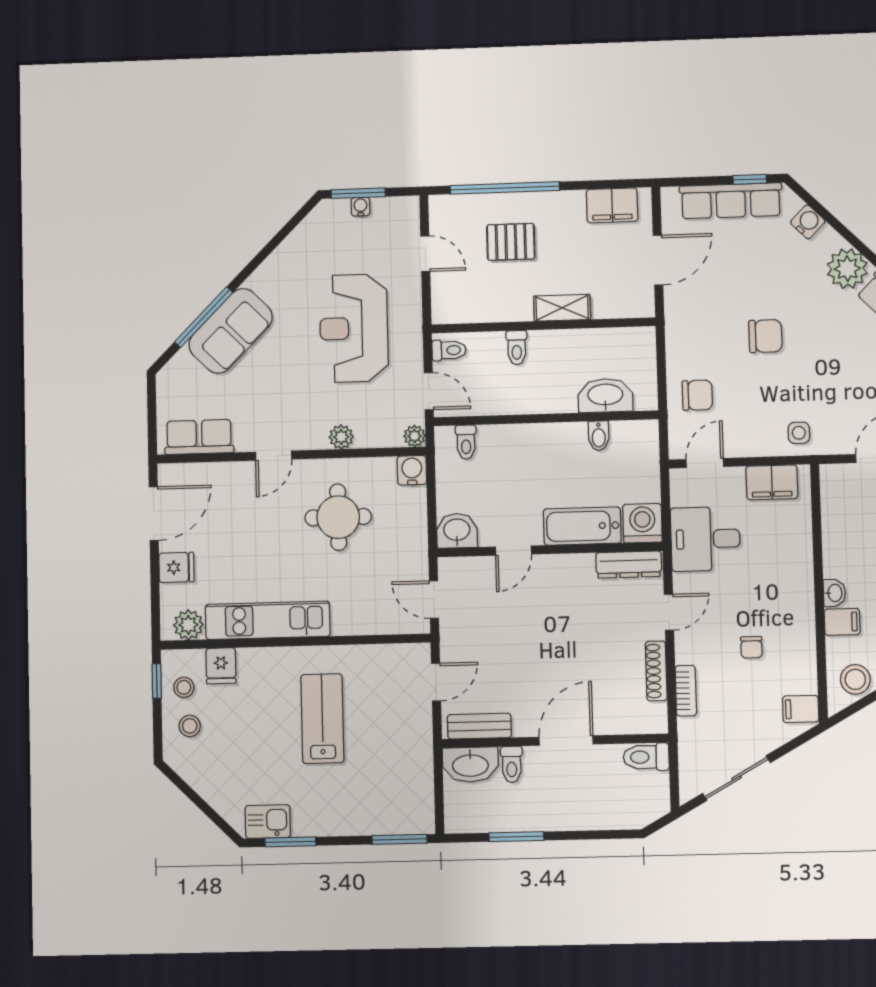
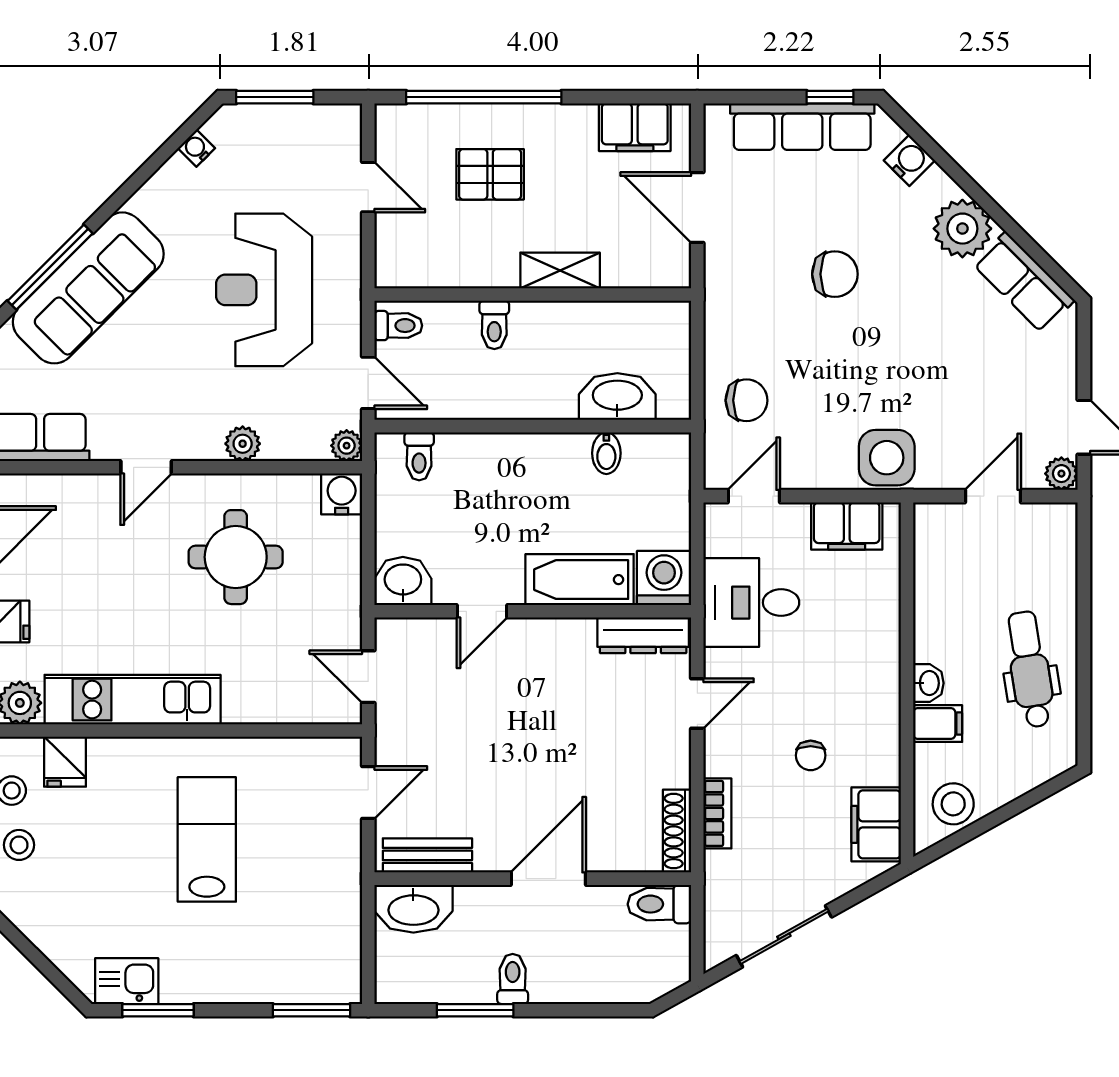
water cooler: (360, 207) -> (196, 148), moved, turned -45
door: (658, 260) -> (697, 207), swing flipped
sofa: (231, 331) -> (88, 288), width x1.36
chair: (765, 336) -> (835, 274), moved
side table: (799, 433) -> (887, 458), width x1.87, depth x1.87
shoe rack: (656, 671) -> (677, 831), moved
filing cabinet: (801, 709) -> (876, 824), width x2.00
toilet: (512, 764) -> (513, 979), moved, turned 180

